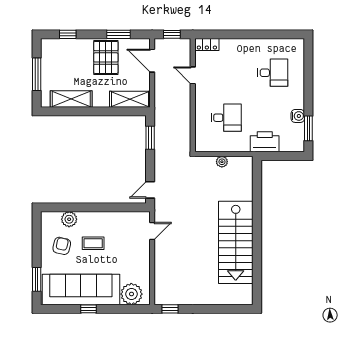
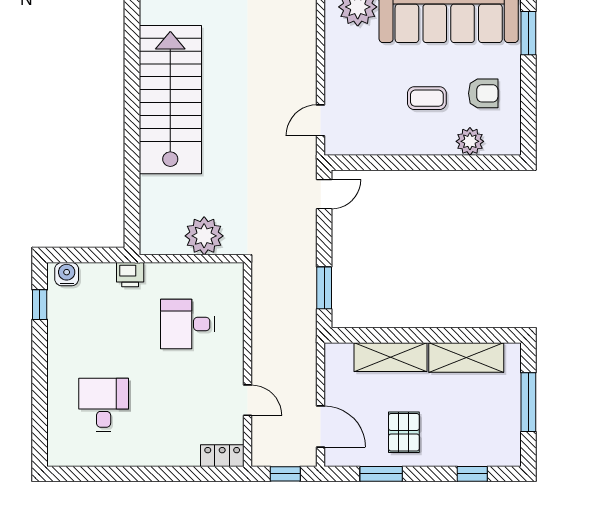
pallet: (106, 57) -> (404, 432), width x0.67, depth x0.71
desk: (273, 73) -> (104, 405), turned 90
shelving: (130, 99) -> (390, 357), moved
water cooler: (298, 116) -> (67, 274), moved, turned 90
window: (308, 128) -> (40, 305), width x0.67
printer: (265, 142) -> (130, 275), width x0.53, depth x0.68
plant: (222, 162) -> (204, 236), width x1.87, depth x1.87
armchair: (62, 246) -> (483, 93), turned -103

